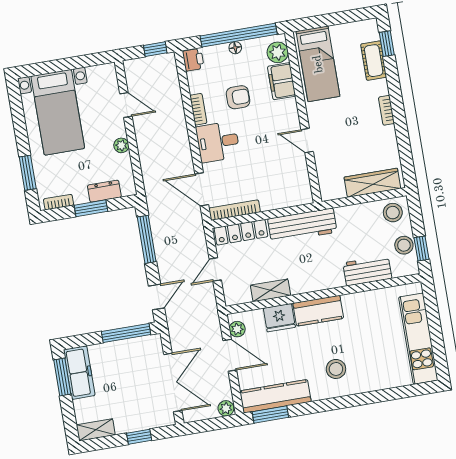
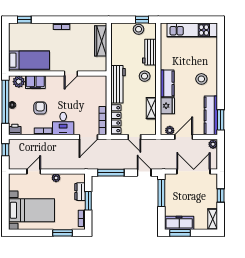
cot: (374, 61) -> (32, 29), removed
stool: (393, 213) -> (145, 76), moved

